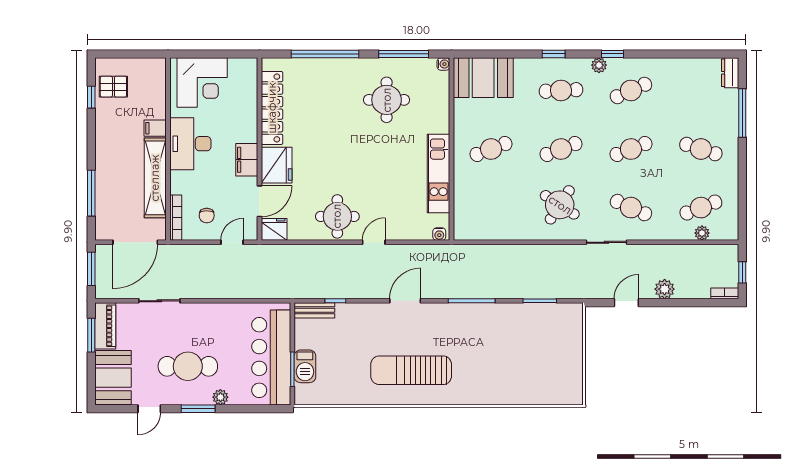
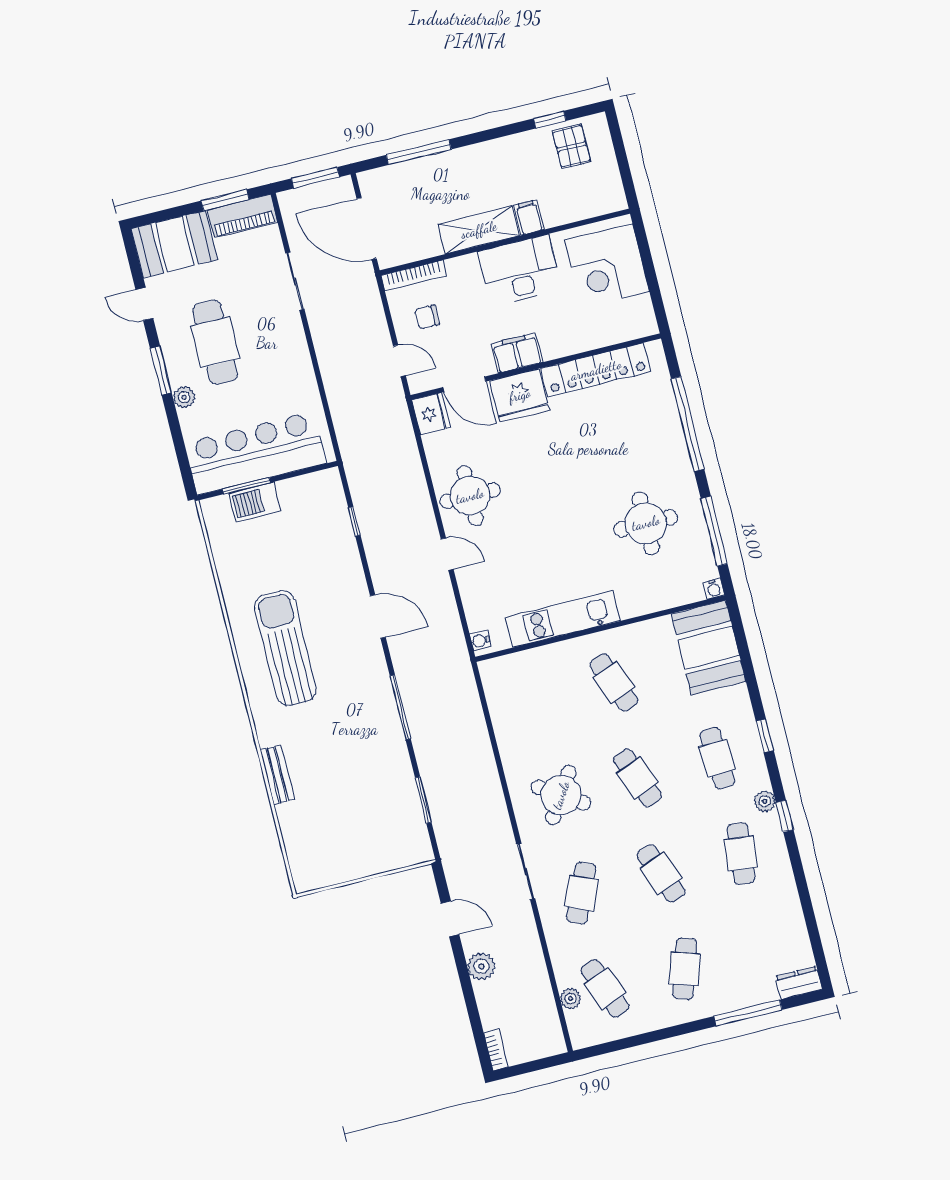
cafe table: (631, 90) -> (741, 854), turned 30
shelving: (155, 178) -> (479, 230), width x0.68
window: (742, 272) -> (530, 1067), removed
bench: (314, 310) -> (277, 775), moved

